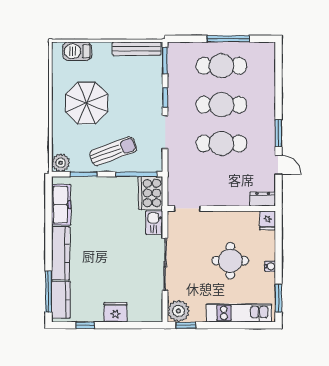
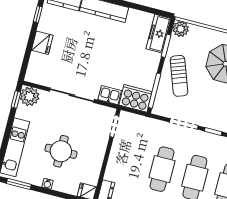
freezer: (61, 205) -> (158, 34), moved, turned 90

